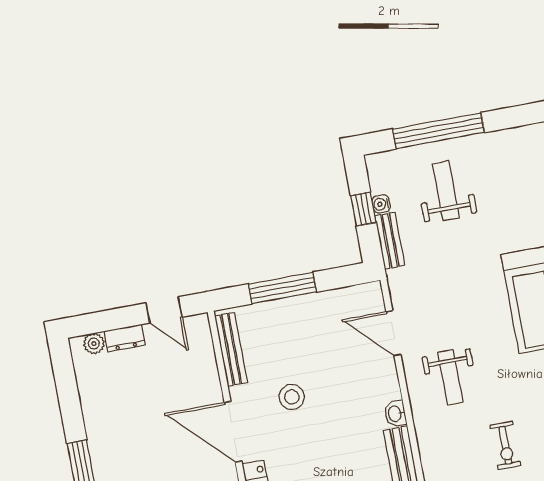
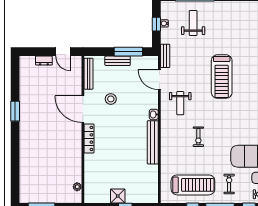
bench: (390, 241) -> (165, 56), moved
window: (282, 288) -> (128, 52), moved
bench: (291, 308) -> (118, 61), added
plant: (94, 344) -> (30, 60), removed

